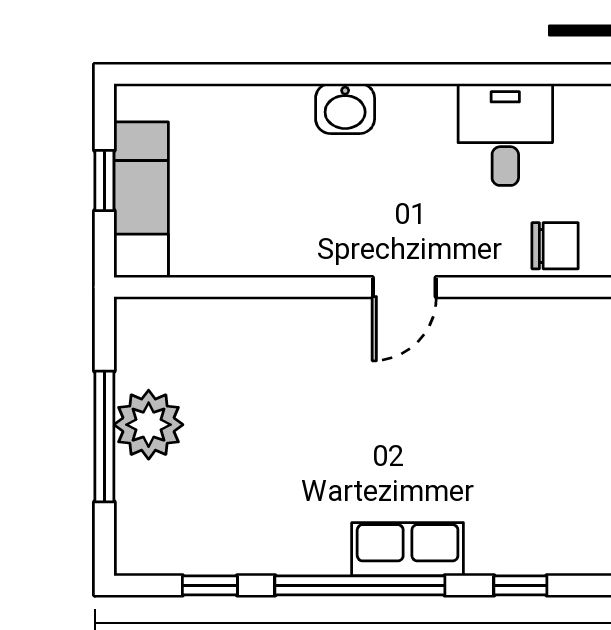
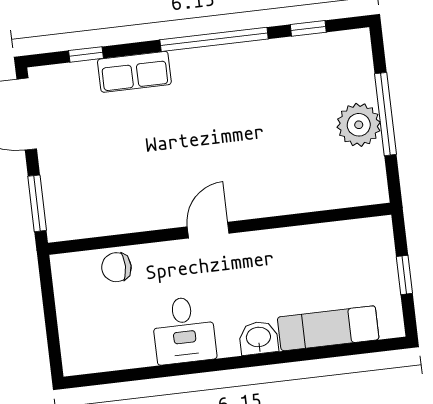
desk: (505, 135) -> (184, 330), moved
exam couch: (141, 200) -> (328, 328), moved, turned 90
row of seats: (408, 549) -> (134, 72), moved
window: (520, 585) -> (86, 54), moved

